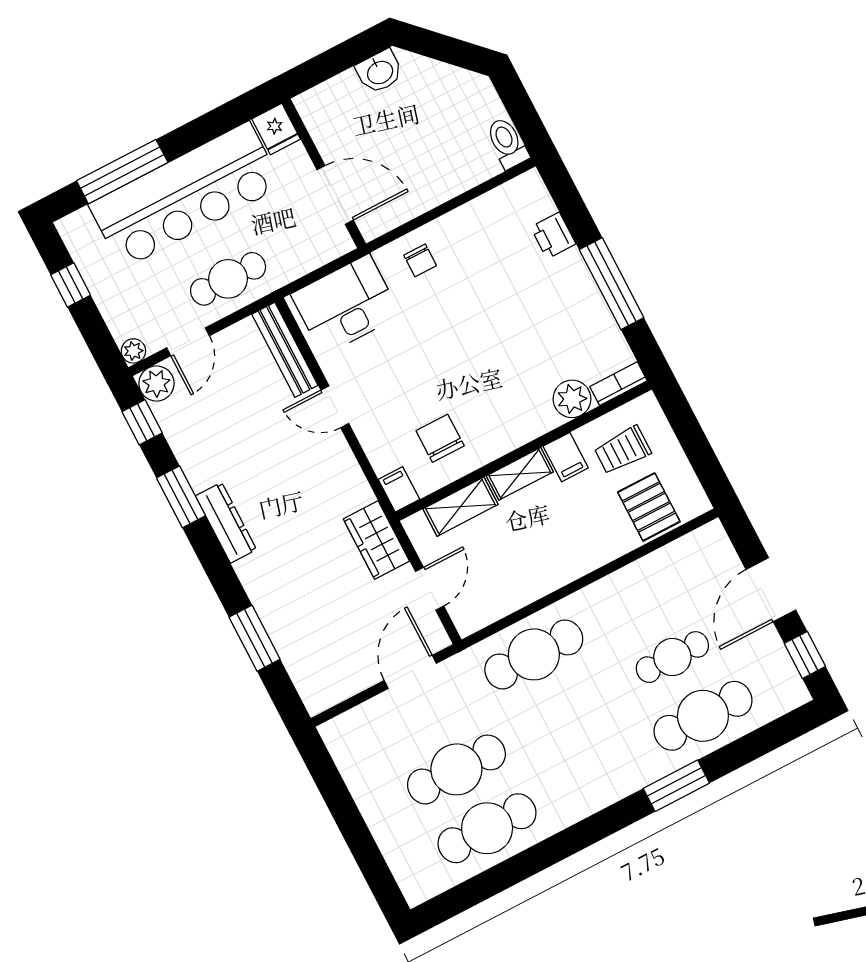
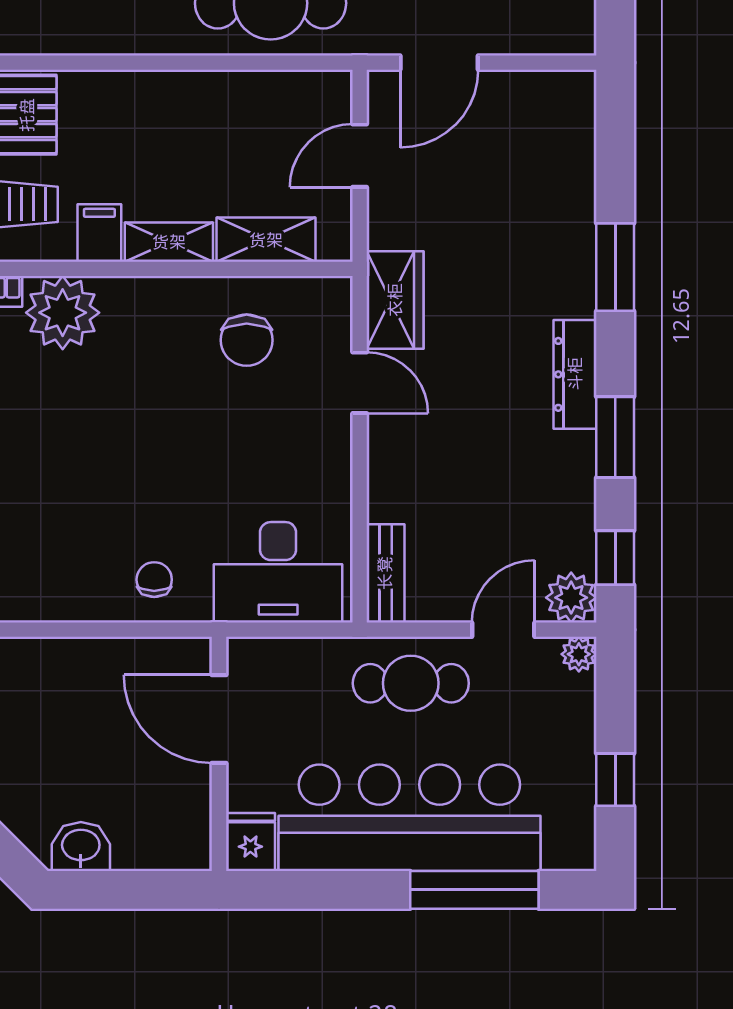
bench: (285, 350) -> (385, 573), width x0.73
plant: (572, 399) -> (63, 313), width x1.36, depth x1.36
door: (335, 407) -> (360, 383), moved
filing cabinet: (399, 489) -> (333, 302), removed
wardrobe: (376, 540) -> (395, 300), moved
window: (255, 638) -> (615, 267), moved

